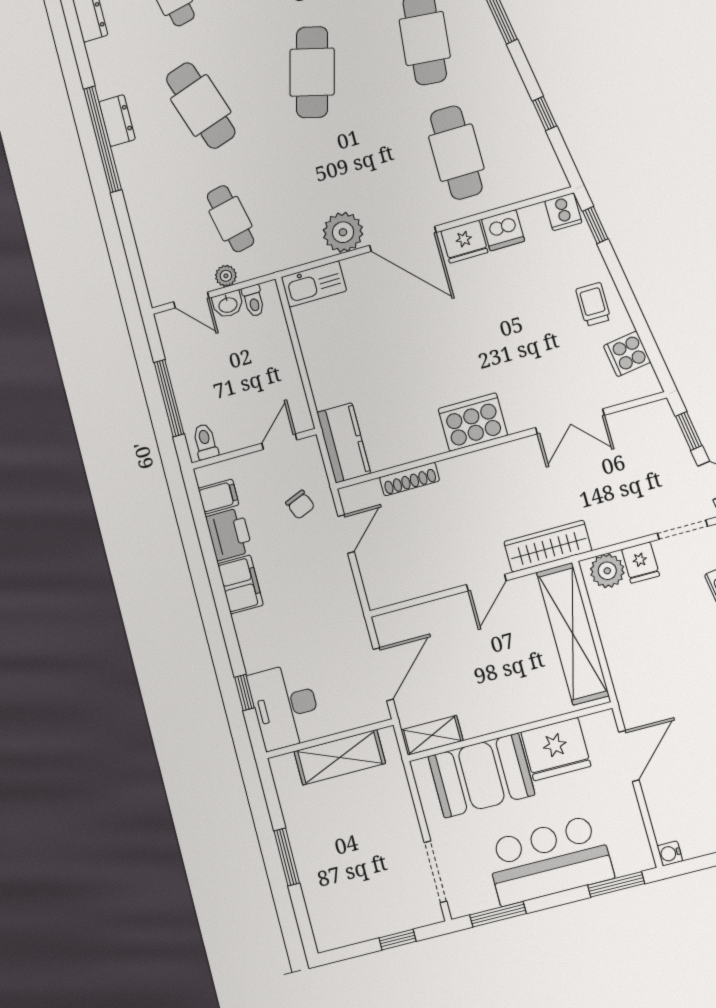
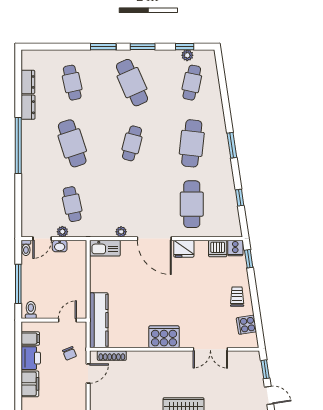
cafe table: (312, 72) -> (132, 143), width x0.73, depth x0.74
dresser: (117, 121) -> (28, 107), moved
dishwasher: (503, 230) -> (218, 249), moved
plant: (343, 232) -> (121, 232), width x0.53, depth x0.53
door: (191, 300) -> (42, 239), hinge flipped
toilet: (253, 301) -> (26, 248), moved
kitchen counter: (344, 443) -> (99, 320), width x1.50
shoe rack: (410, 479) -> (112, 356), moved

